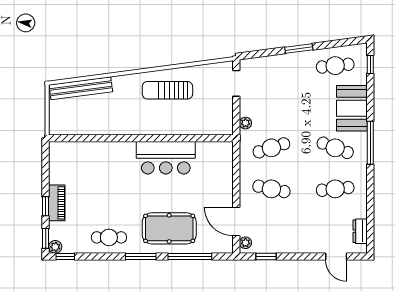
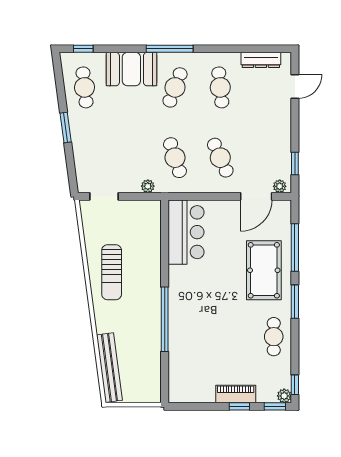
window: (125, 138) -> (165, 319), added
bar counter: (166, 158) -> (186, 232), moved
cafe table: (271, 189) -> (220, 158), turned -36
dresser: (360, 231) -> (261, 60), width x1.44

